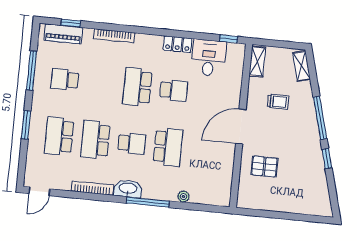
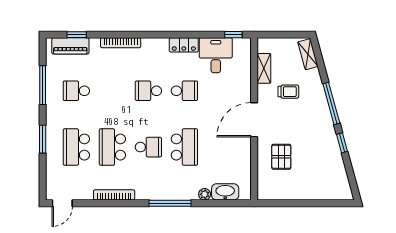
shelving: (257, 62) -> (264, 68), moved
school desk: (137, 87) -> (148, 91), width x0.54
pallet: (264, 166) -> (281, 157), turned 90
washbasin: (128, 189) -> (225, 192), moved

